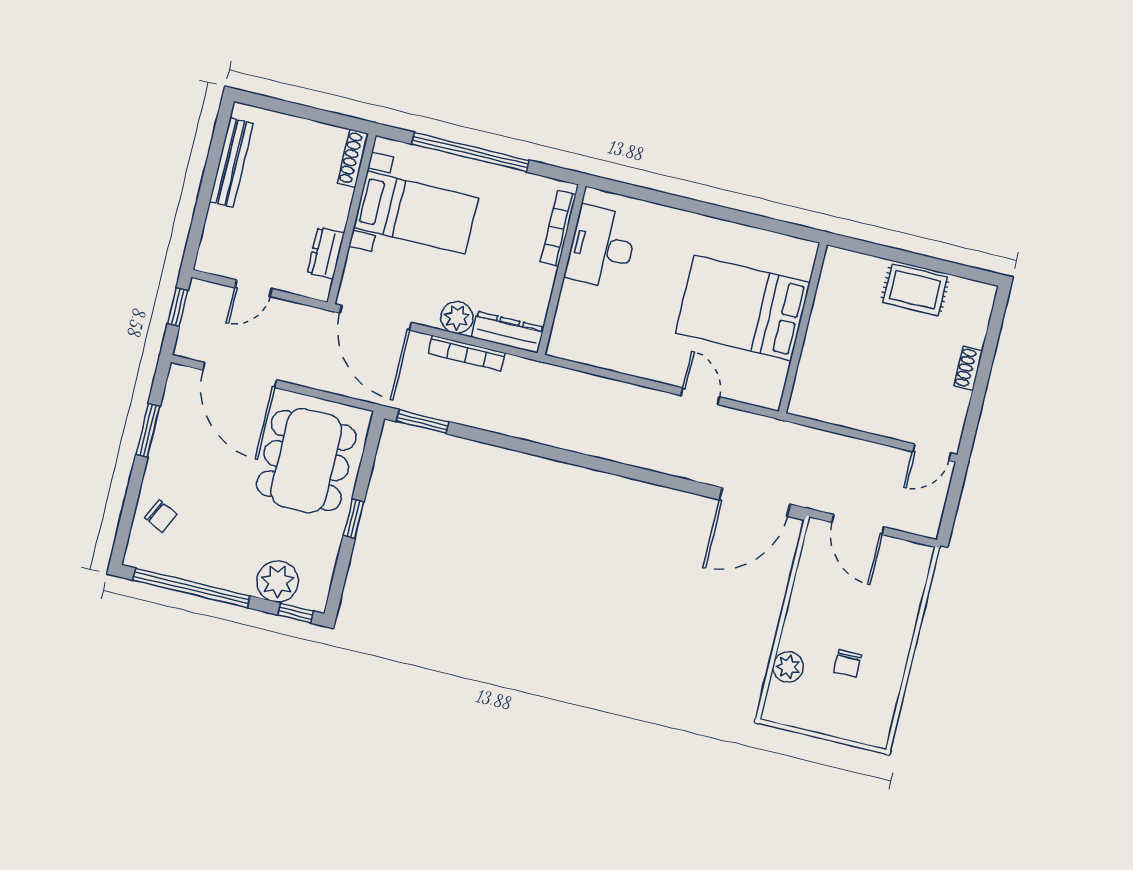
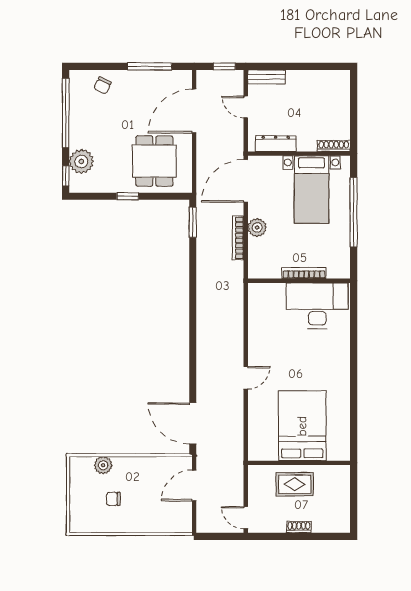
bench: (231, 163) -> (266, 77), moved, width x0.73
bookcase: (558, 228) -> (304, 273), moved
desk: (602, 247) -> (317, 306), width x1.36, depth x1.30
dresser: (326, 253) -> (276, 144), width x1.44
rug: (915, 290) -> (295, 484), moved, turned 90
bed: (743, 308) -> (302, 426), moved
wall: (803, 328) -> (299, 463), moved
dresser: (507, 332) -> (256, 258), removed
window: (148, 430) -> (150, 66), width x1.44
dining table: (306, 461) -> (154, 161), width x0.73

